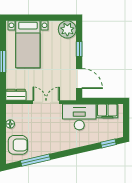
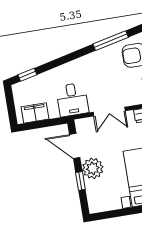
plant: (67, 29) -> (93, 168), moved
desk: (79, 117) -> (72, 100), width x0.73

